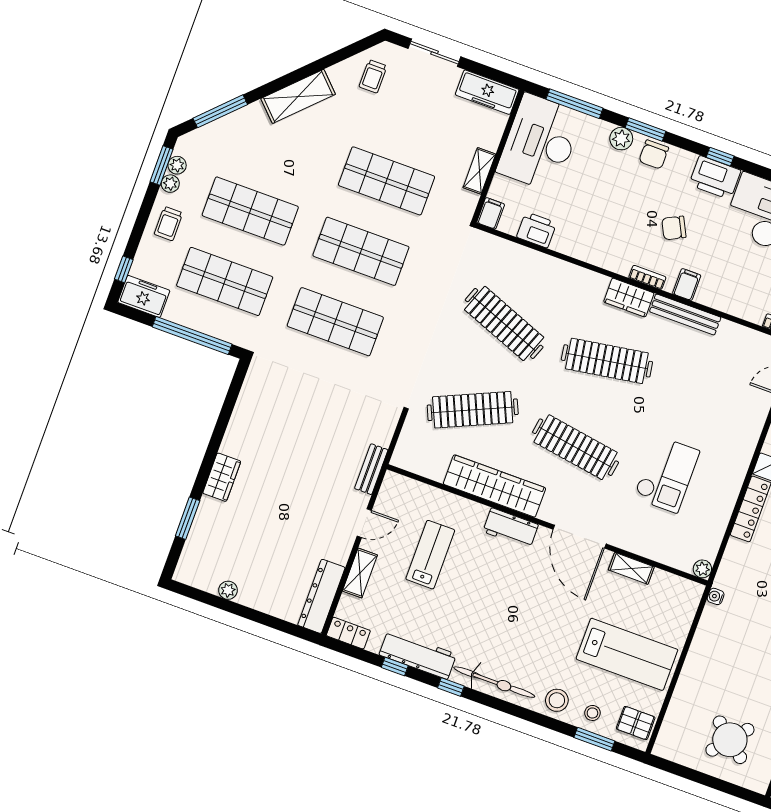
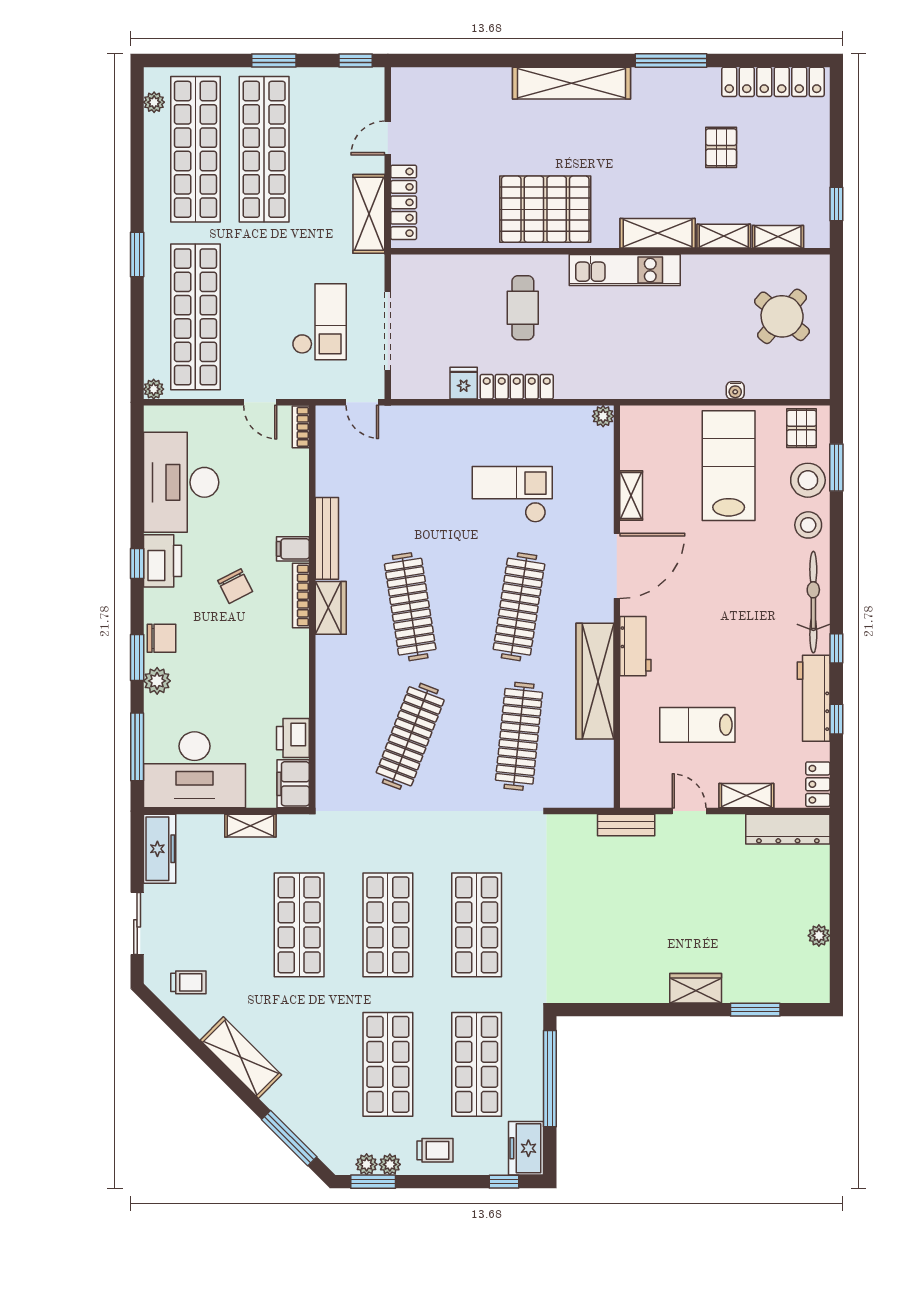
filing cabinet: (491, 213) -> (293, 784), width x2.00
bookcase: (647, 277) -> (301, 596), width x1.56
clothes rail: (473, 410) -> (519, 736), turned 30
water cooler: (716, 596) -> (735, 390), moved
stool: (592, 713) -> (808, 480), width x1.89, depth x1.89

